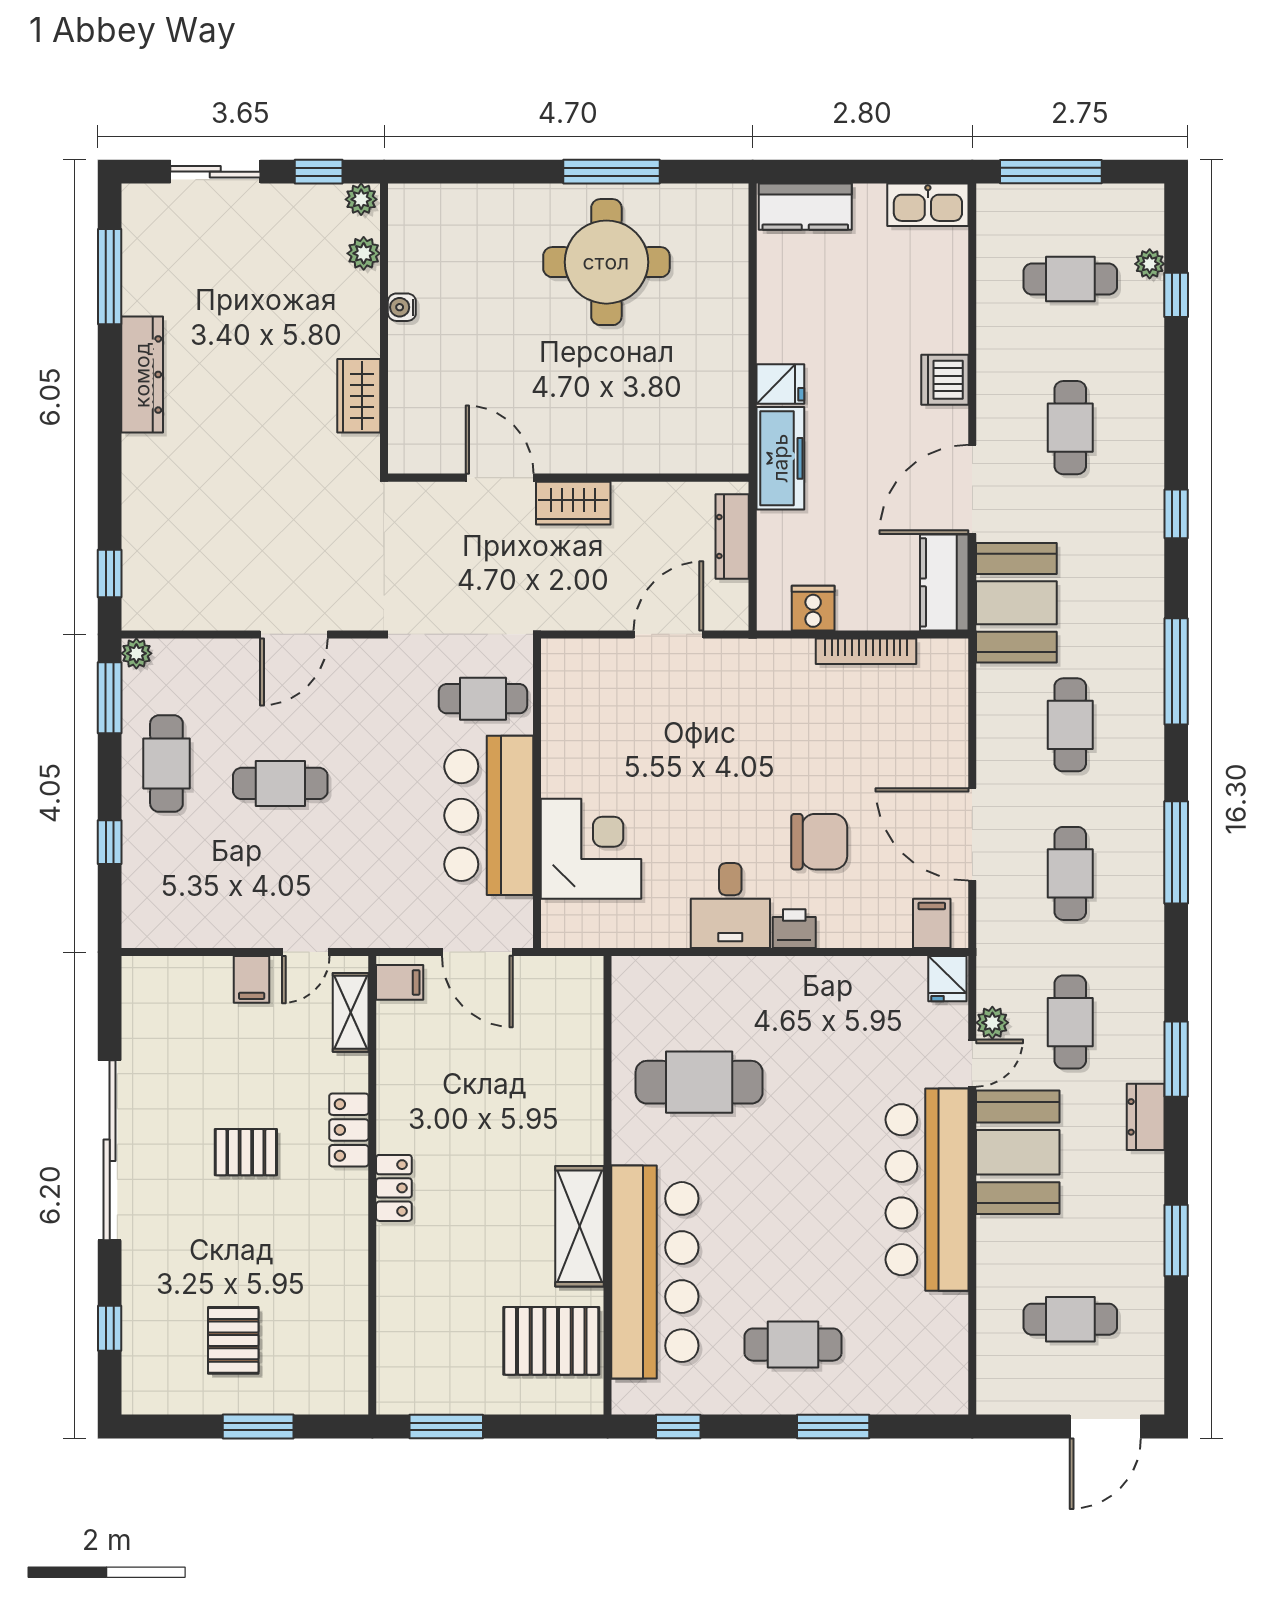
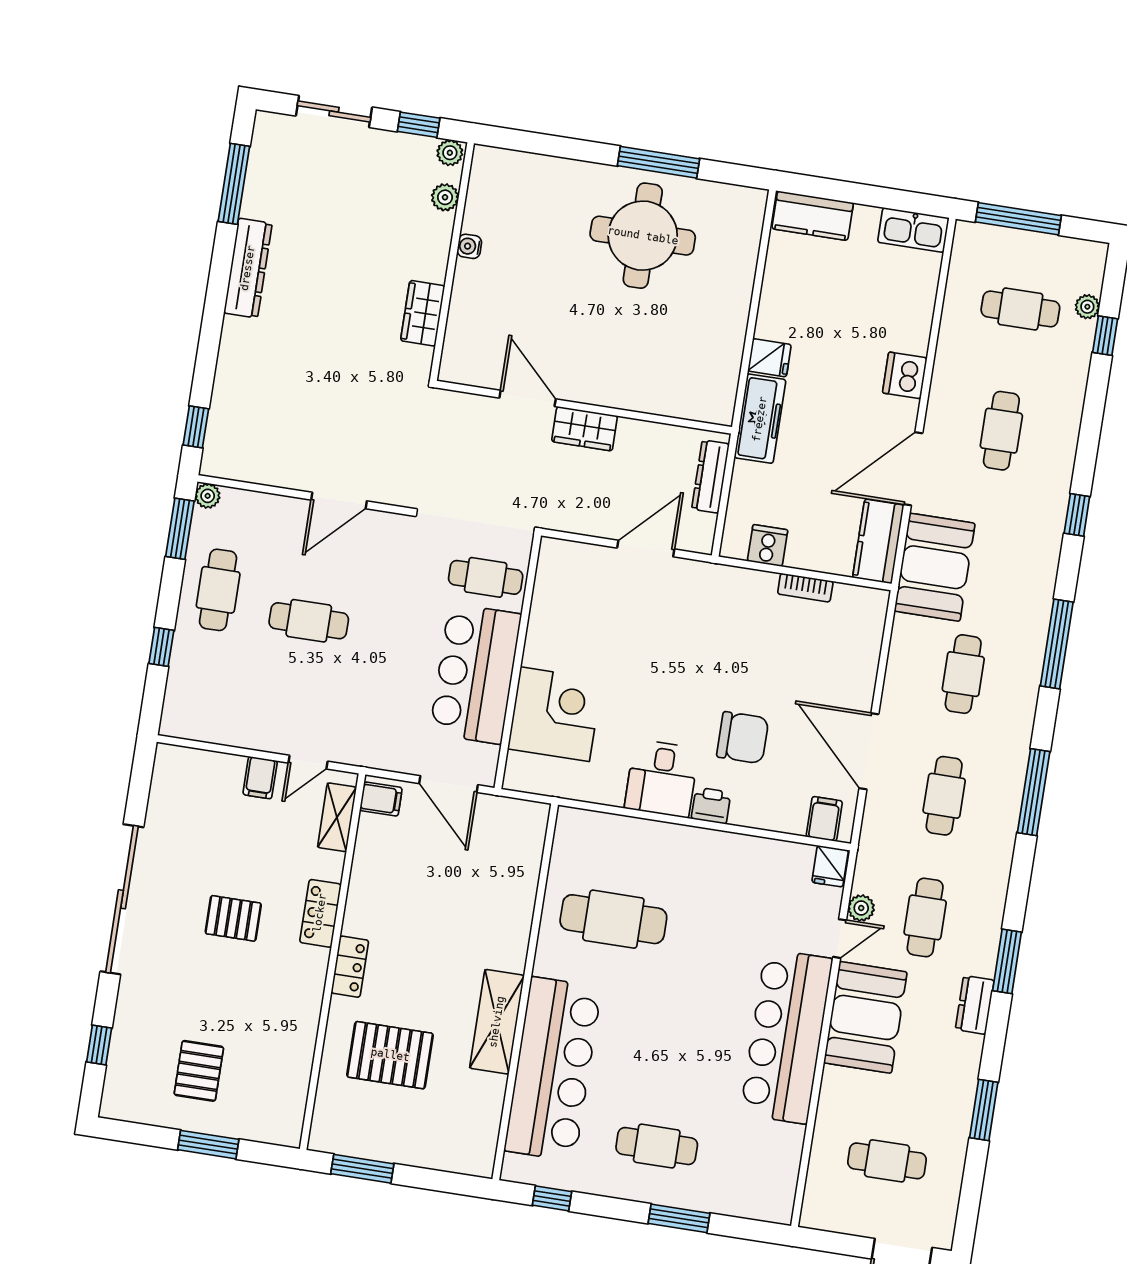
bookcase: (866, 651) -> (805, 588), width x0.64
pallet: (551, 1341) -> (390, 1055), moved

